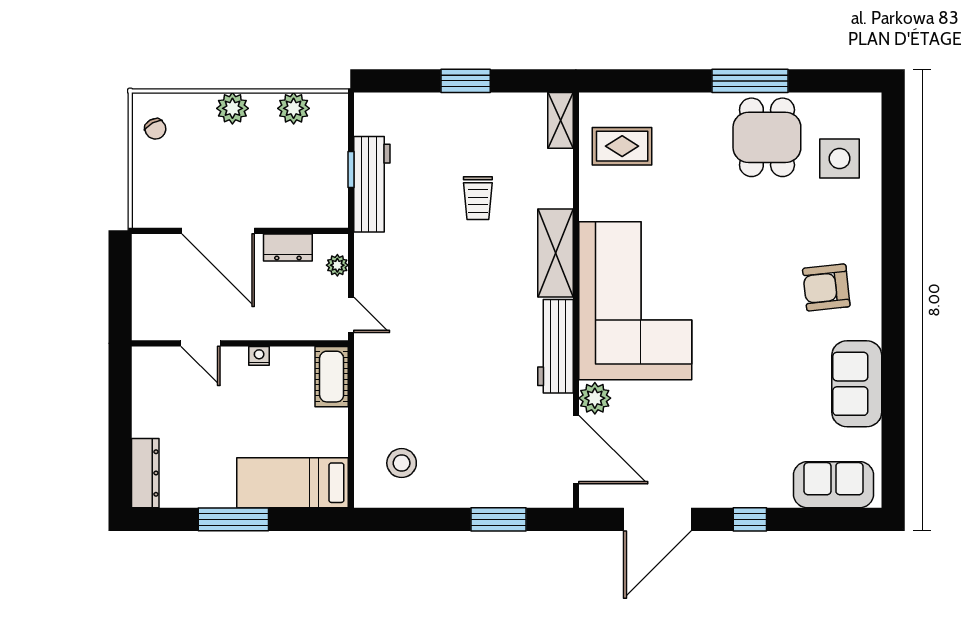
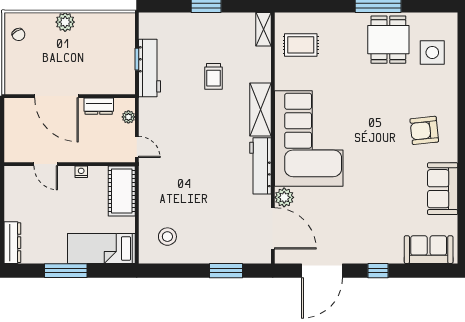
plant: (294, 108) -> (102, 22), removed
cot: (332, 377) -> (122, 191), width x1.37, depth x1.34

